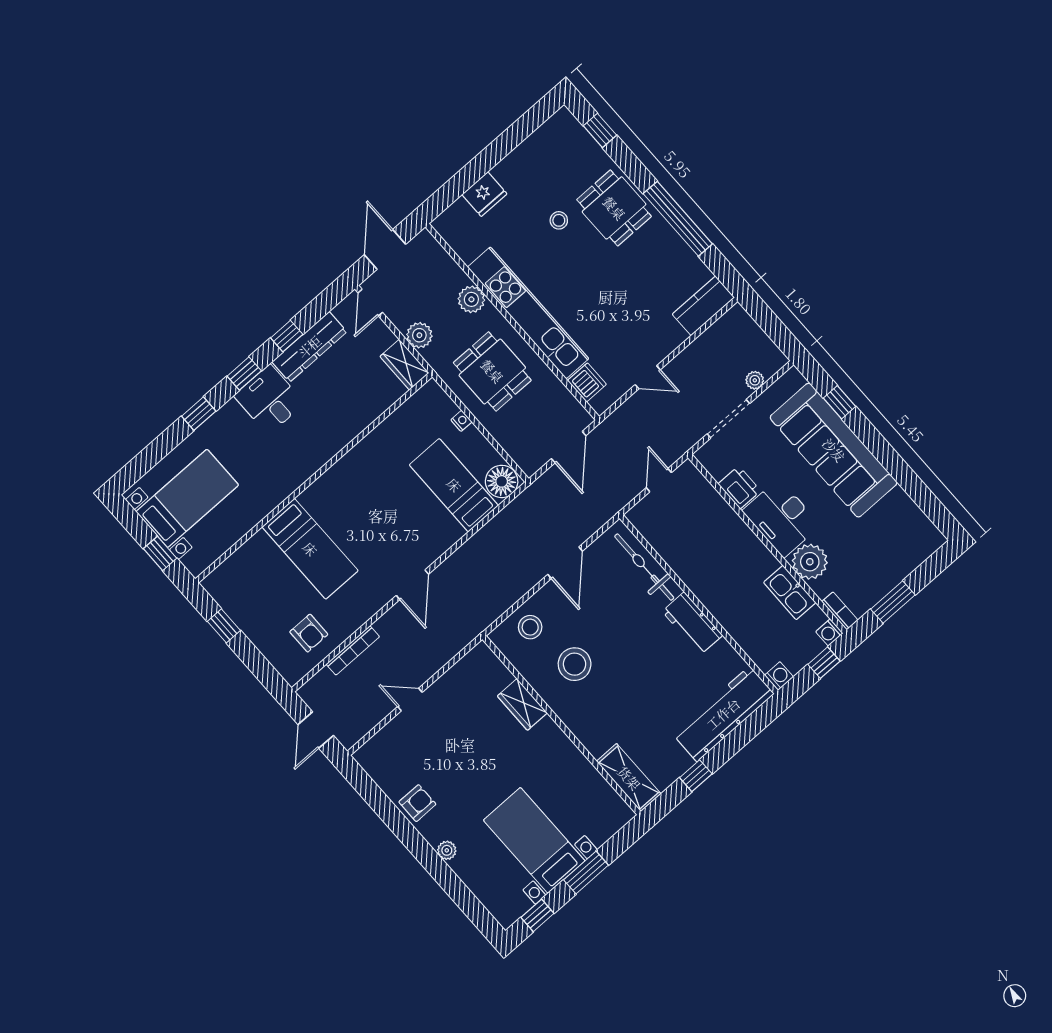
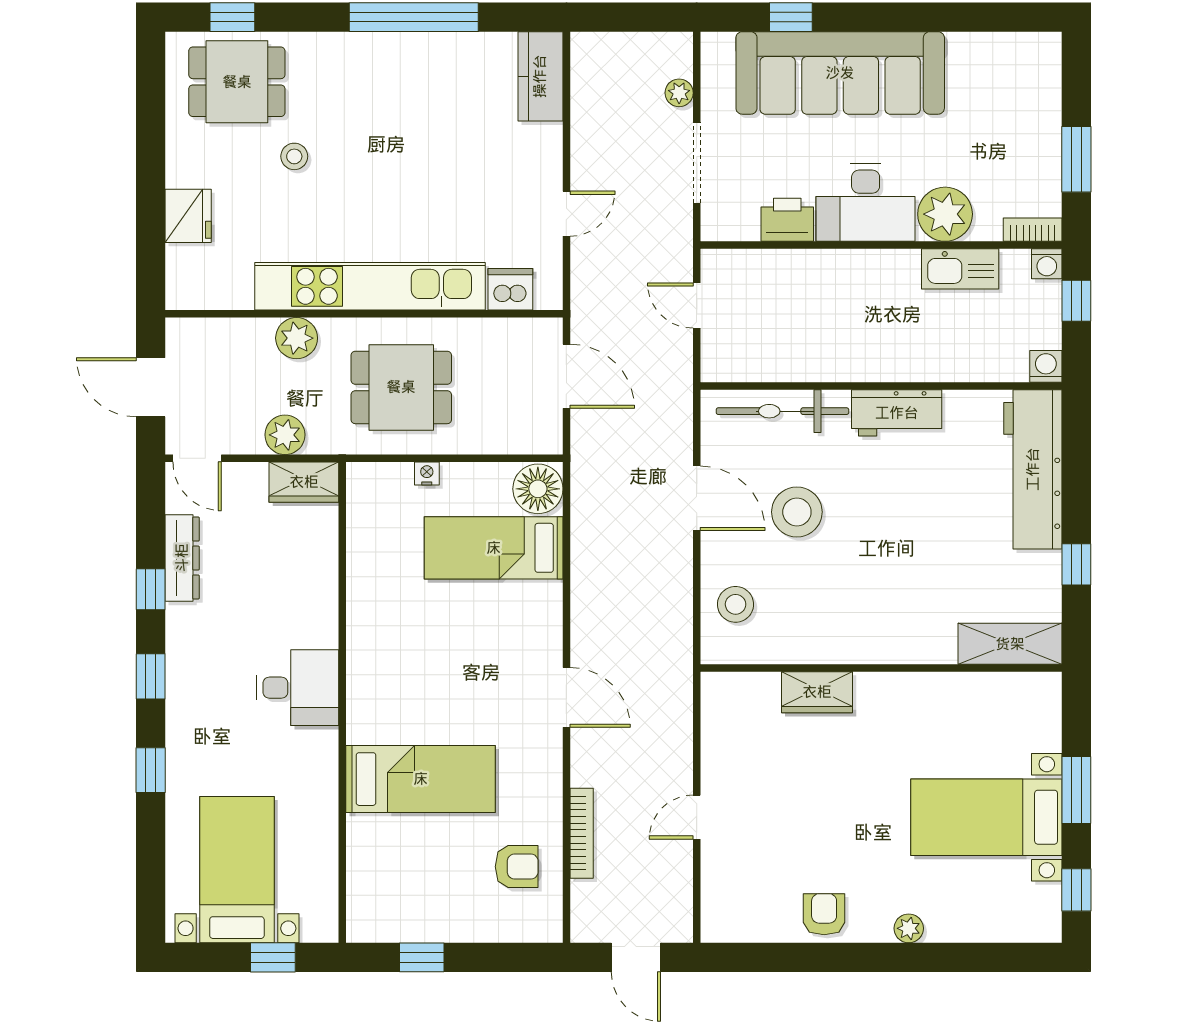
dining table: (614, 208) -> (237, 82), moved
dresser: (309, 347) -> (182, 558), width x0.73, depth x0.80
desk: (269, 400) -> (298, 688), moved, turned 180
stool: (575, 664) -> (797, 512), moved

